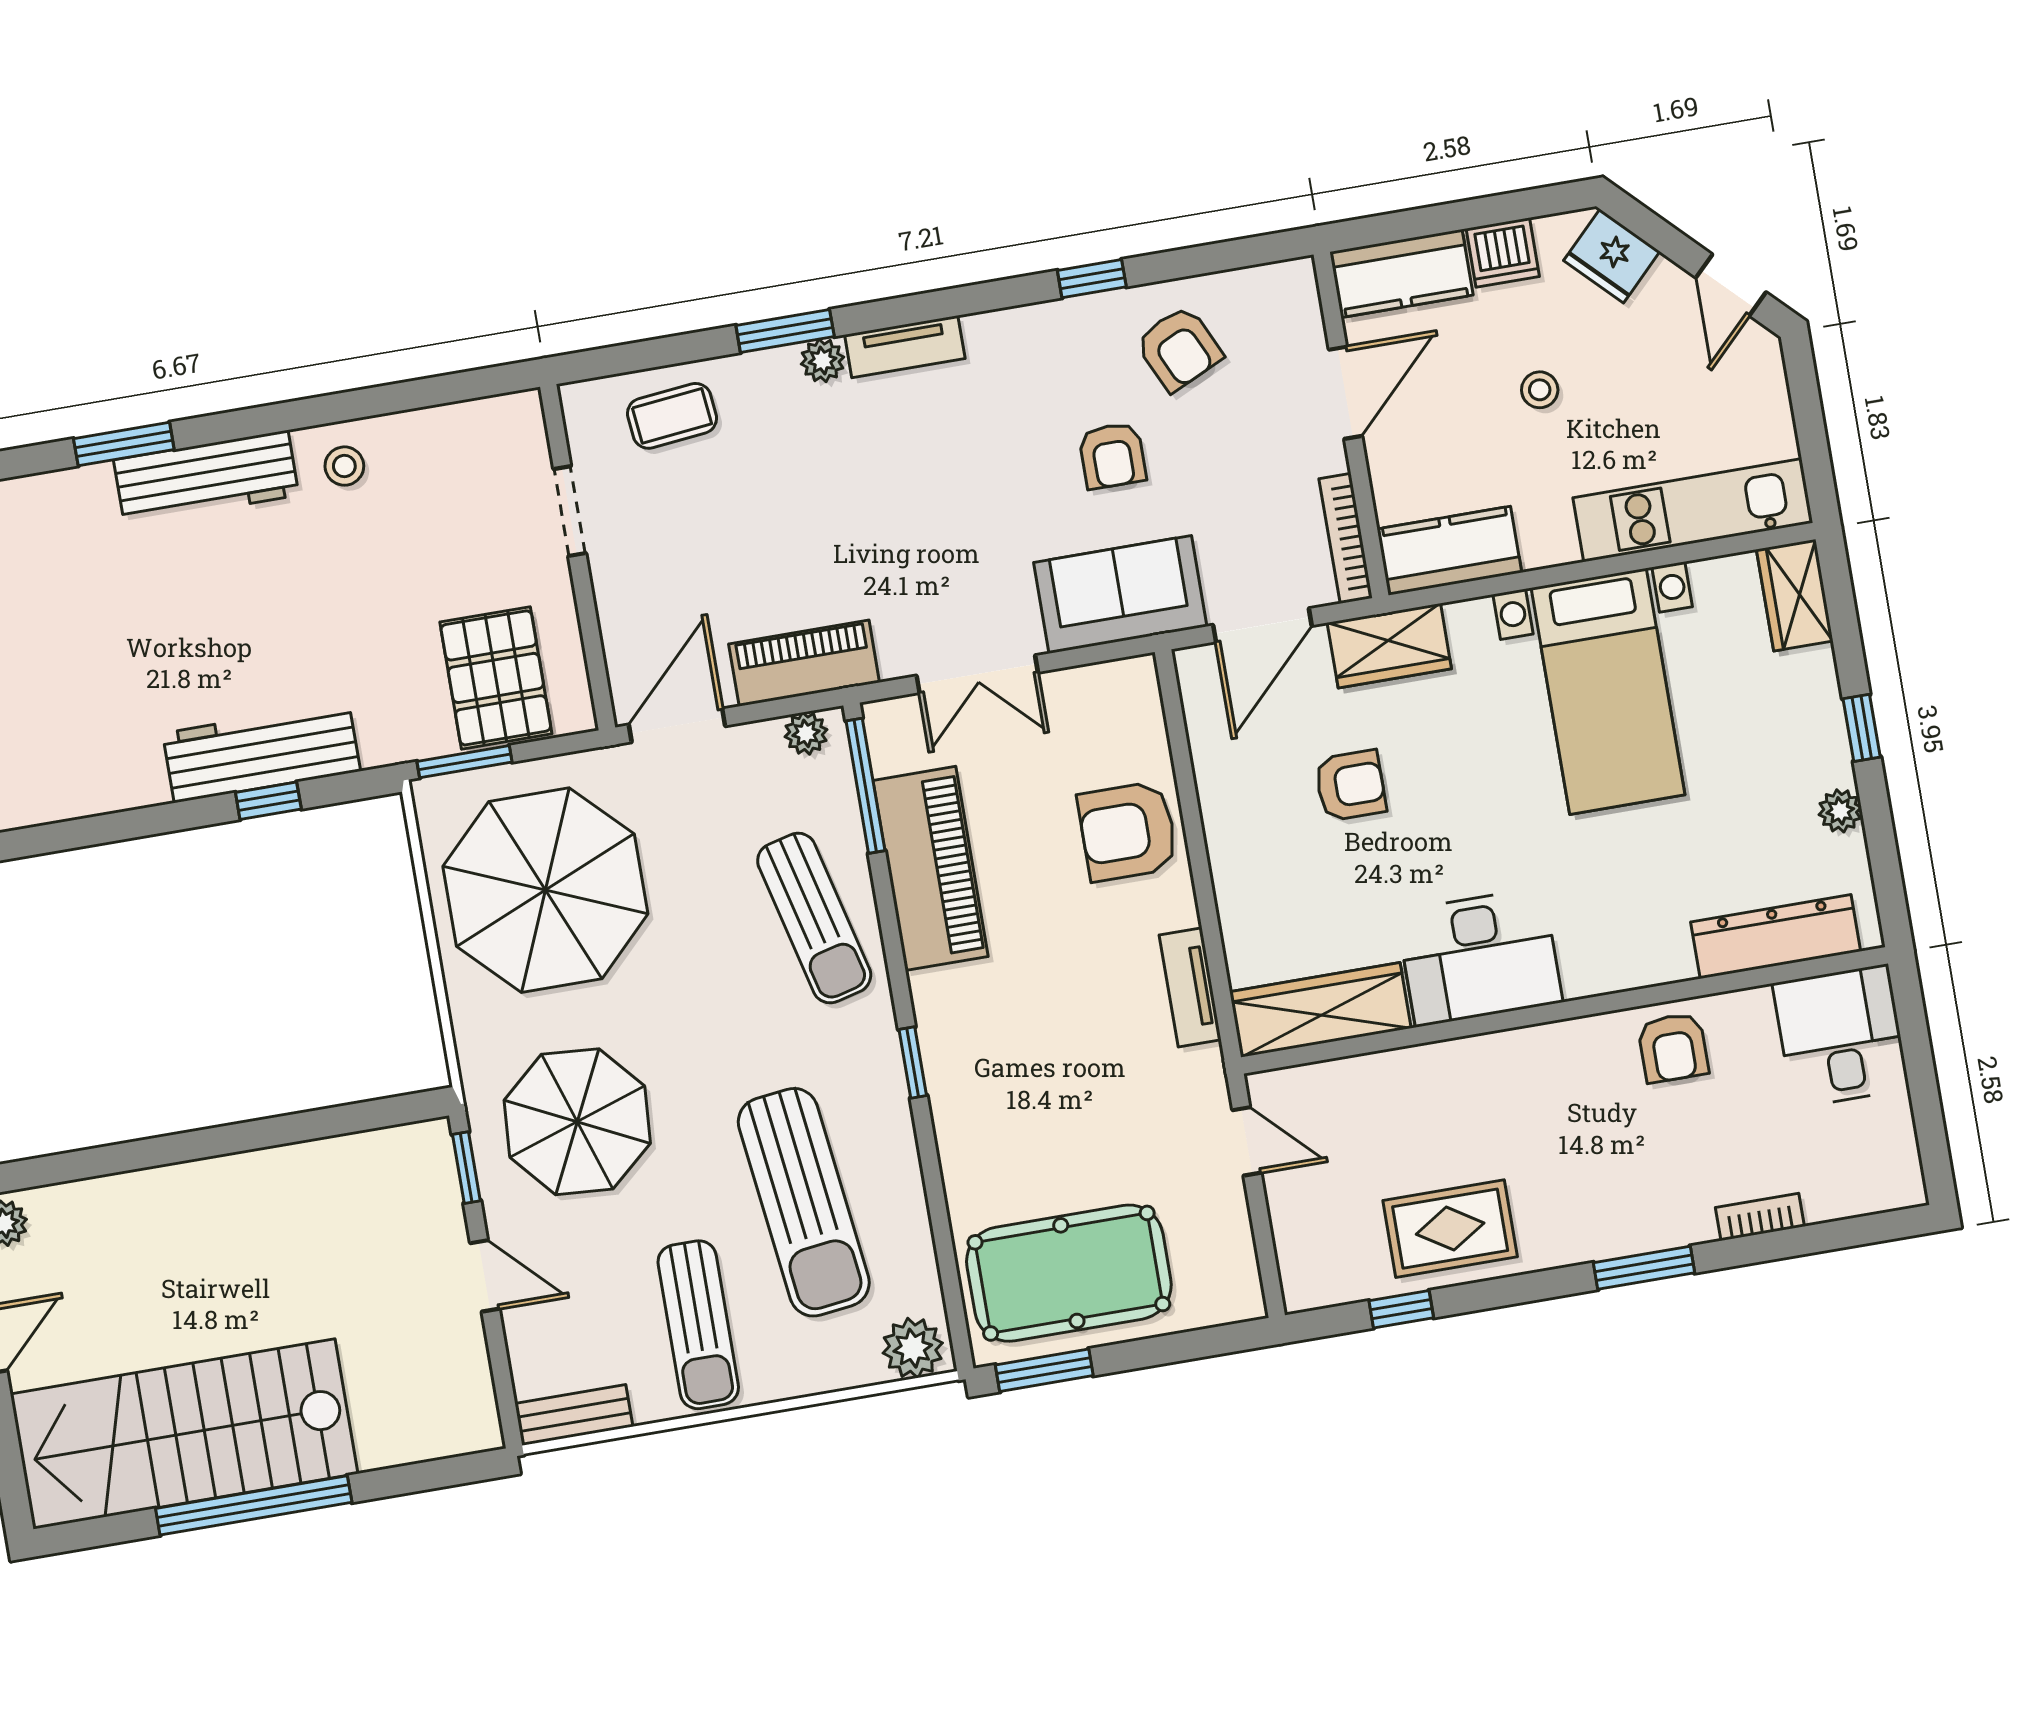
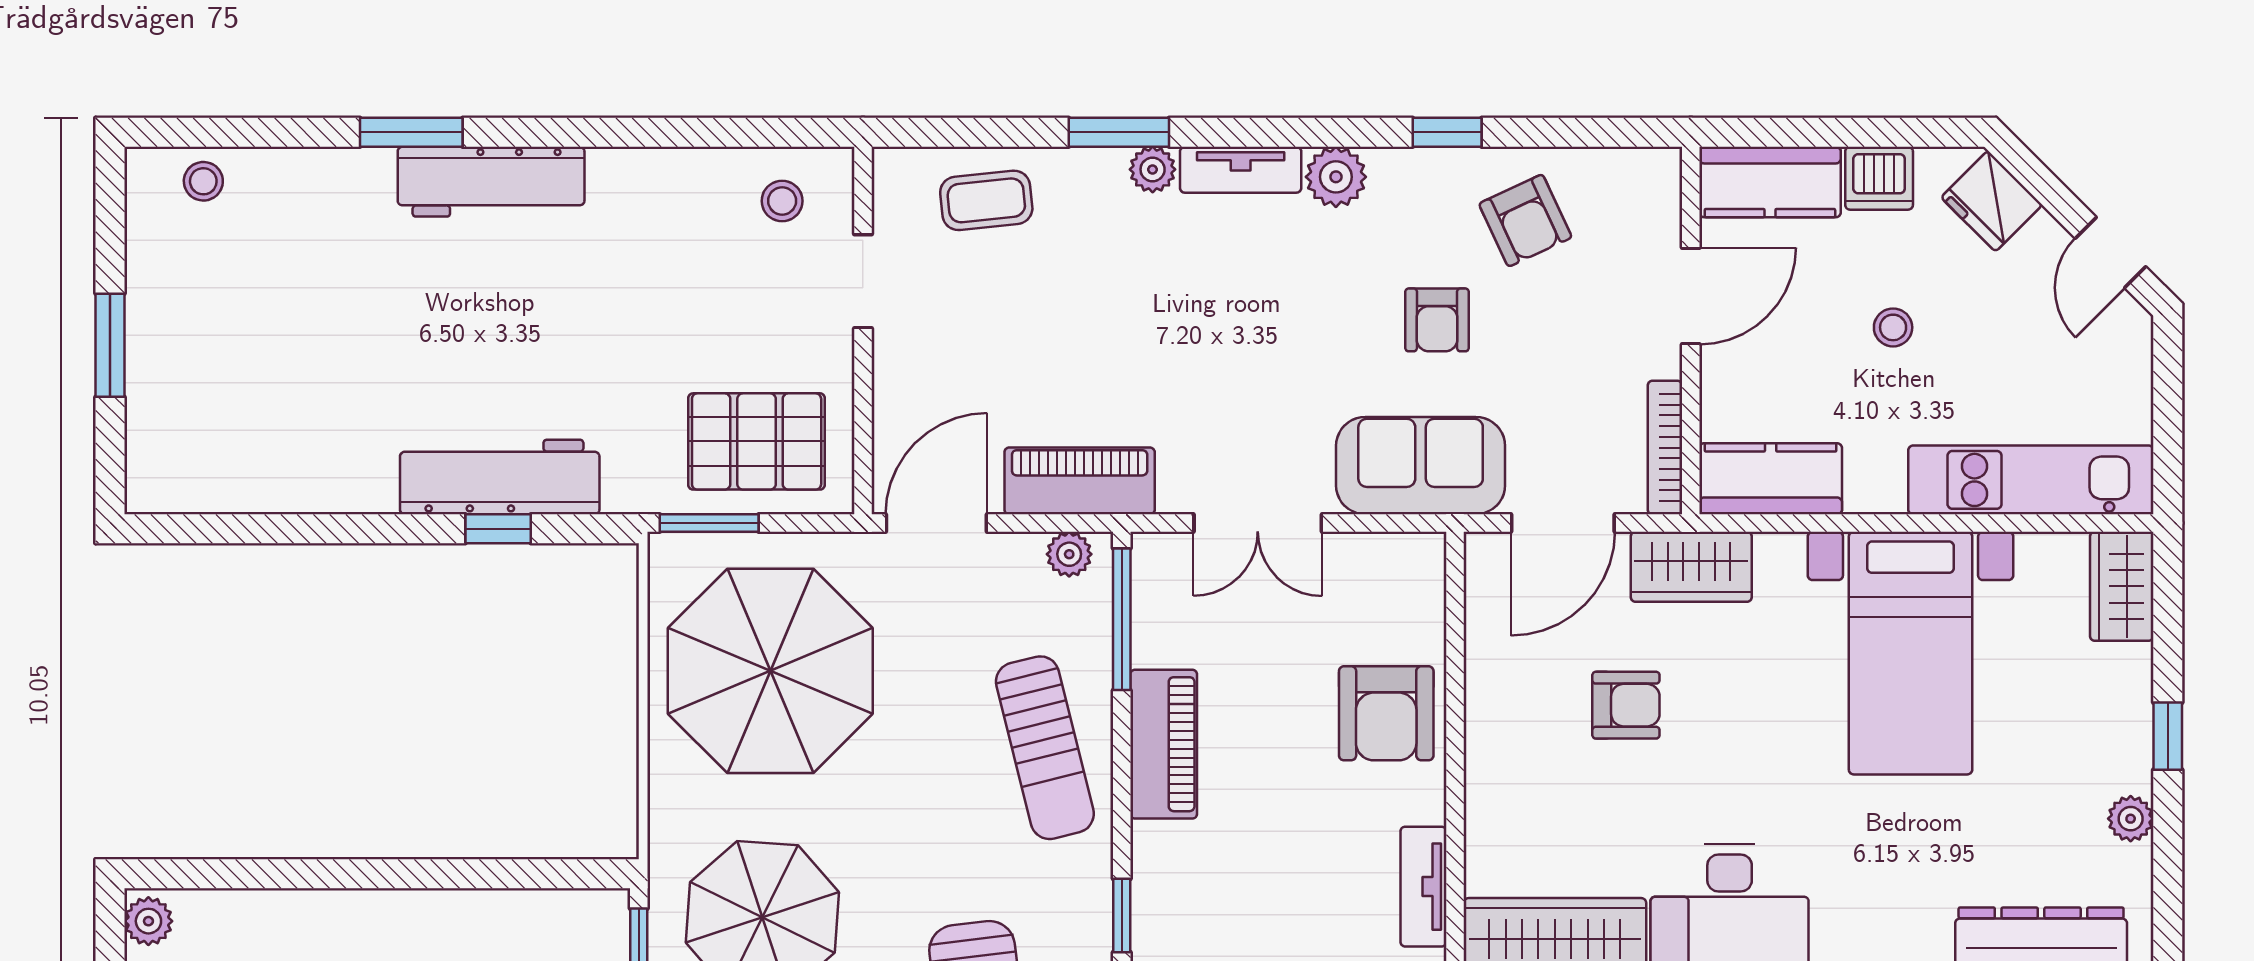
plant: (995, 338) -> (1336, 177), added
stool: (344, 466) -> (782, 201), moved
pallet: (496, 678) -> (757, 441), turned 90
armchair: (1128, 831) -> (1386, 713), turned -90
piano: (930, 868) -> (1164, 744), width x0.73, depth x0.75

